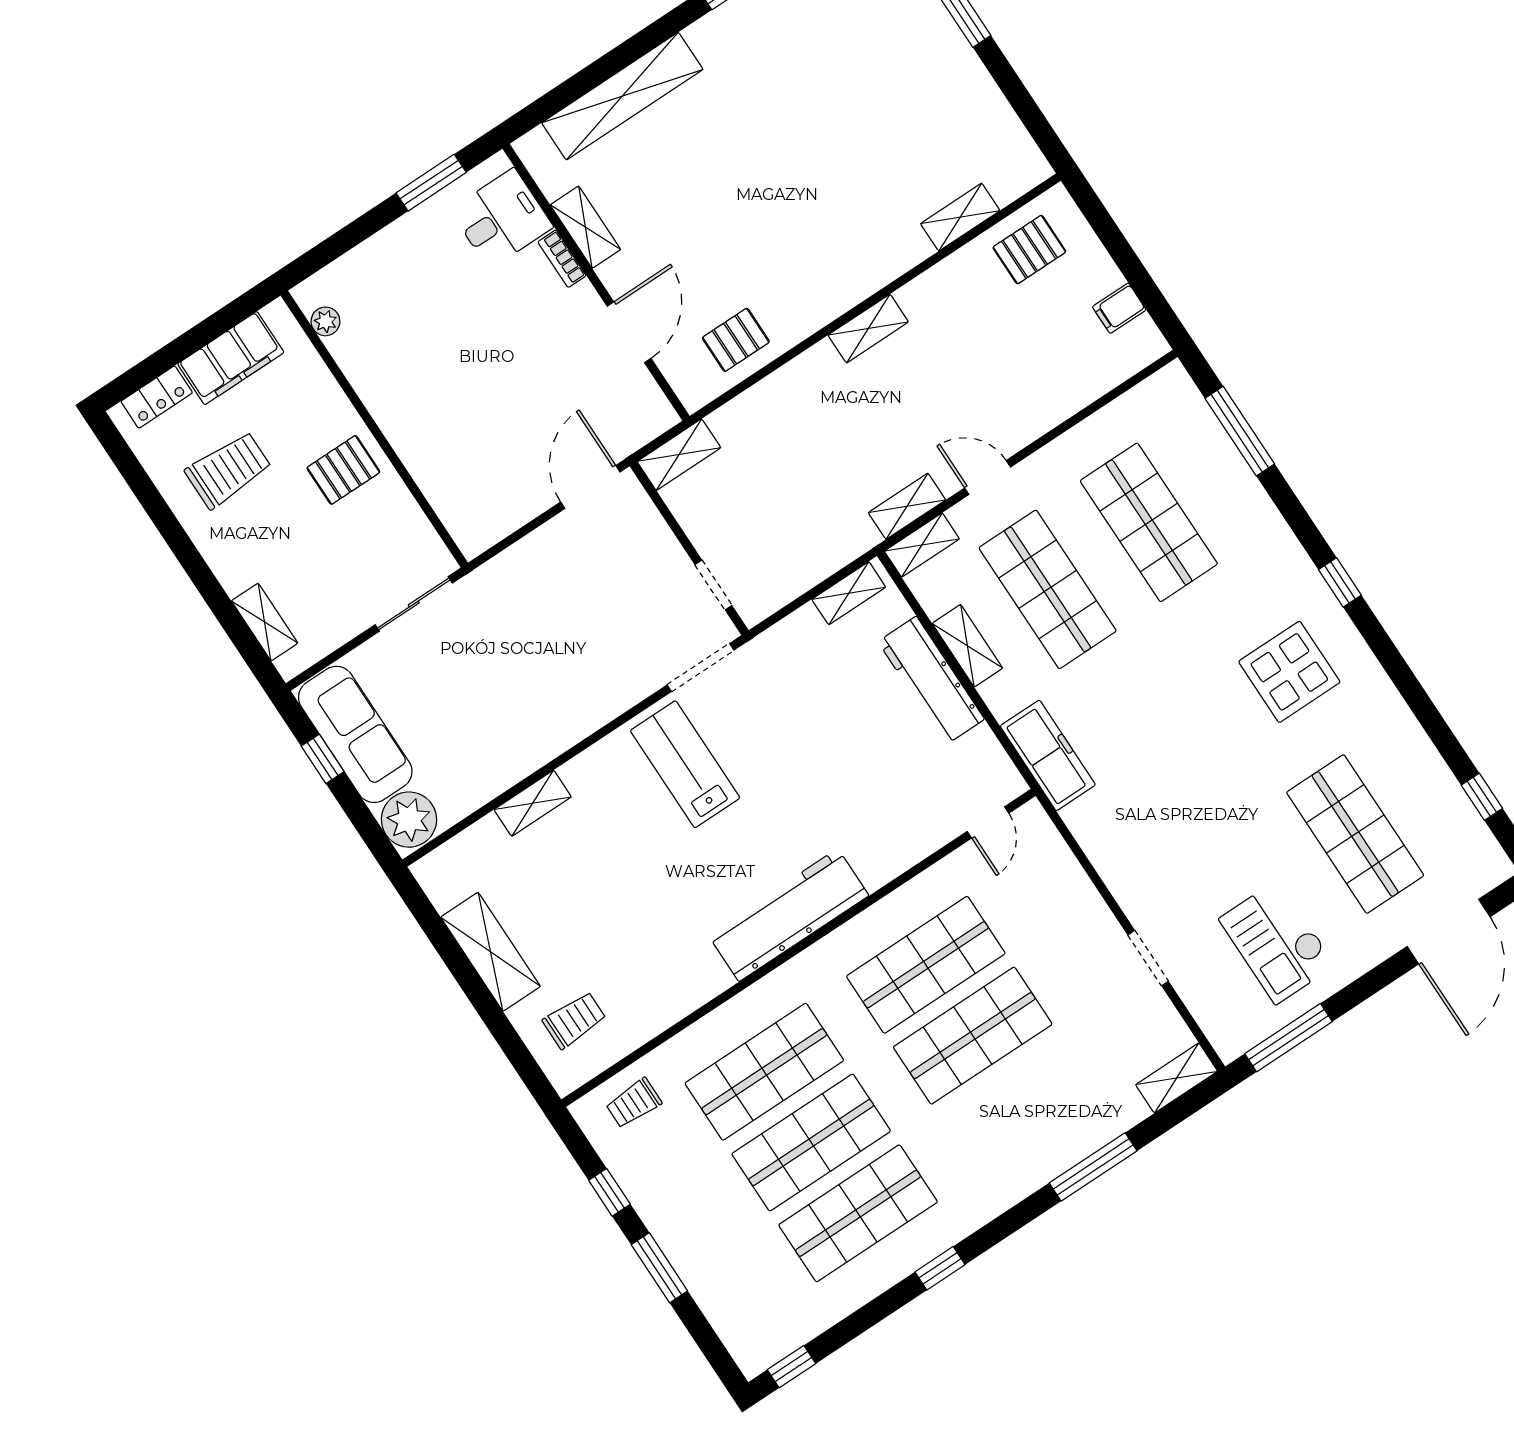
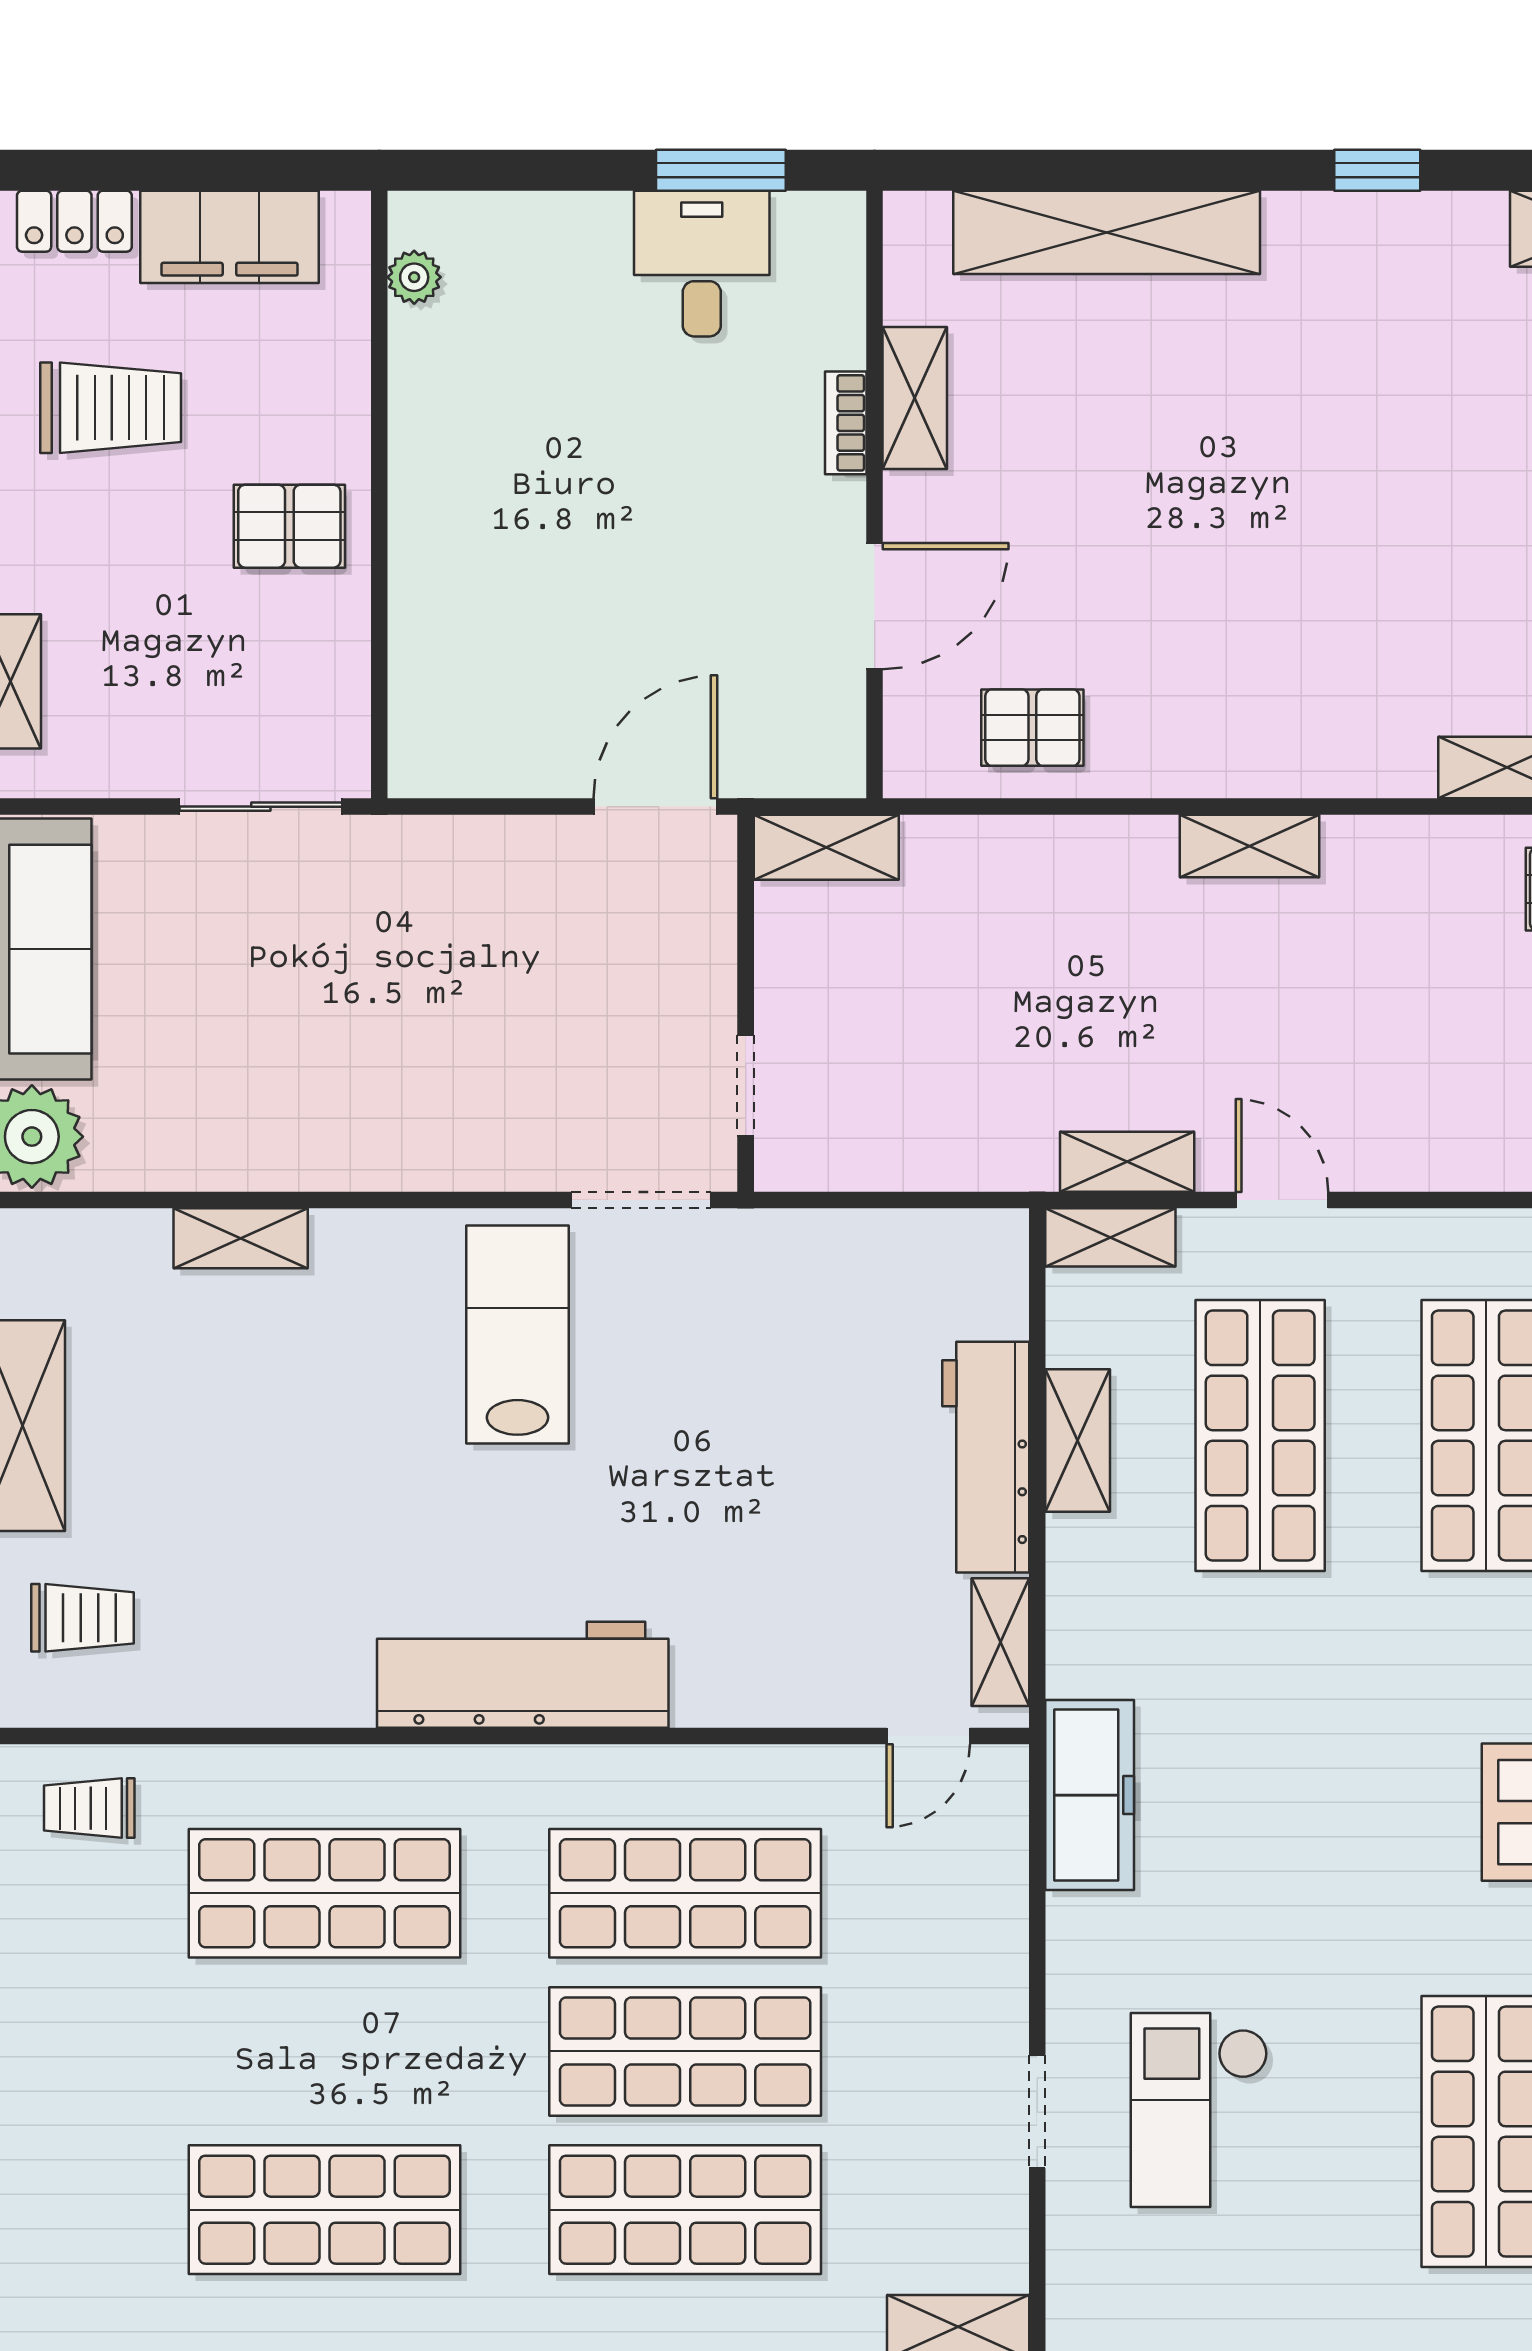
desk: (502, 218) -> (702, 264), moved, turned -90
shelving: (849, 593) -> (1000, 1642), moved, turned 90
freezer: (1048, 755) -> (1090, 1795), moved
checkout: (1277, 942) -> (1199, 2110), moved
shop shelf: (811, 1143) -> (685, 2210), moved

